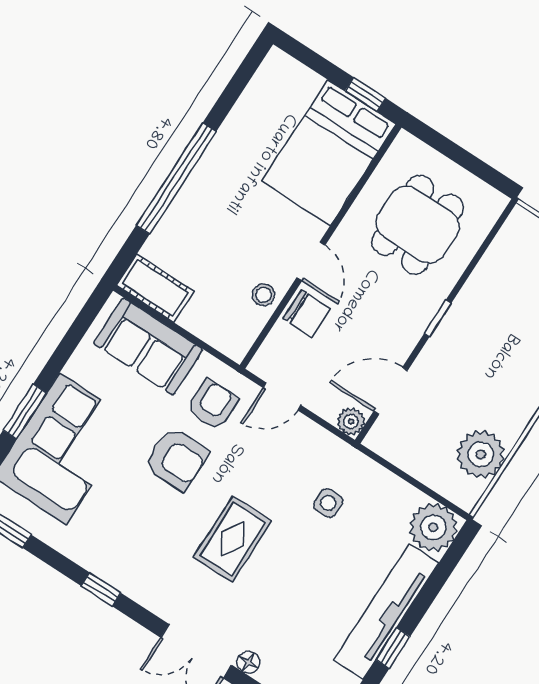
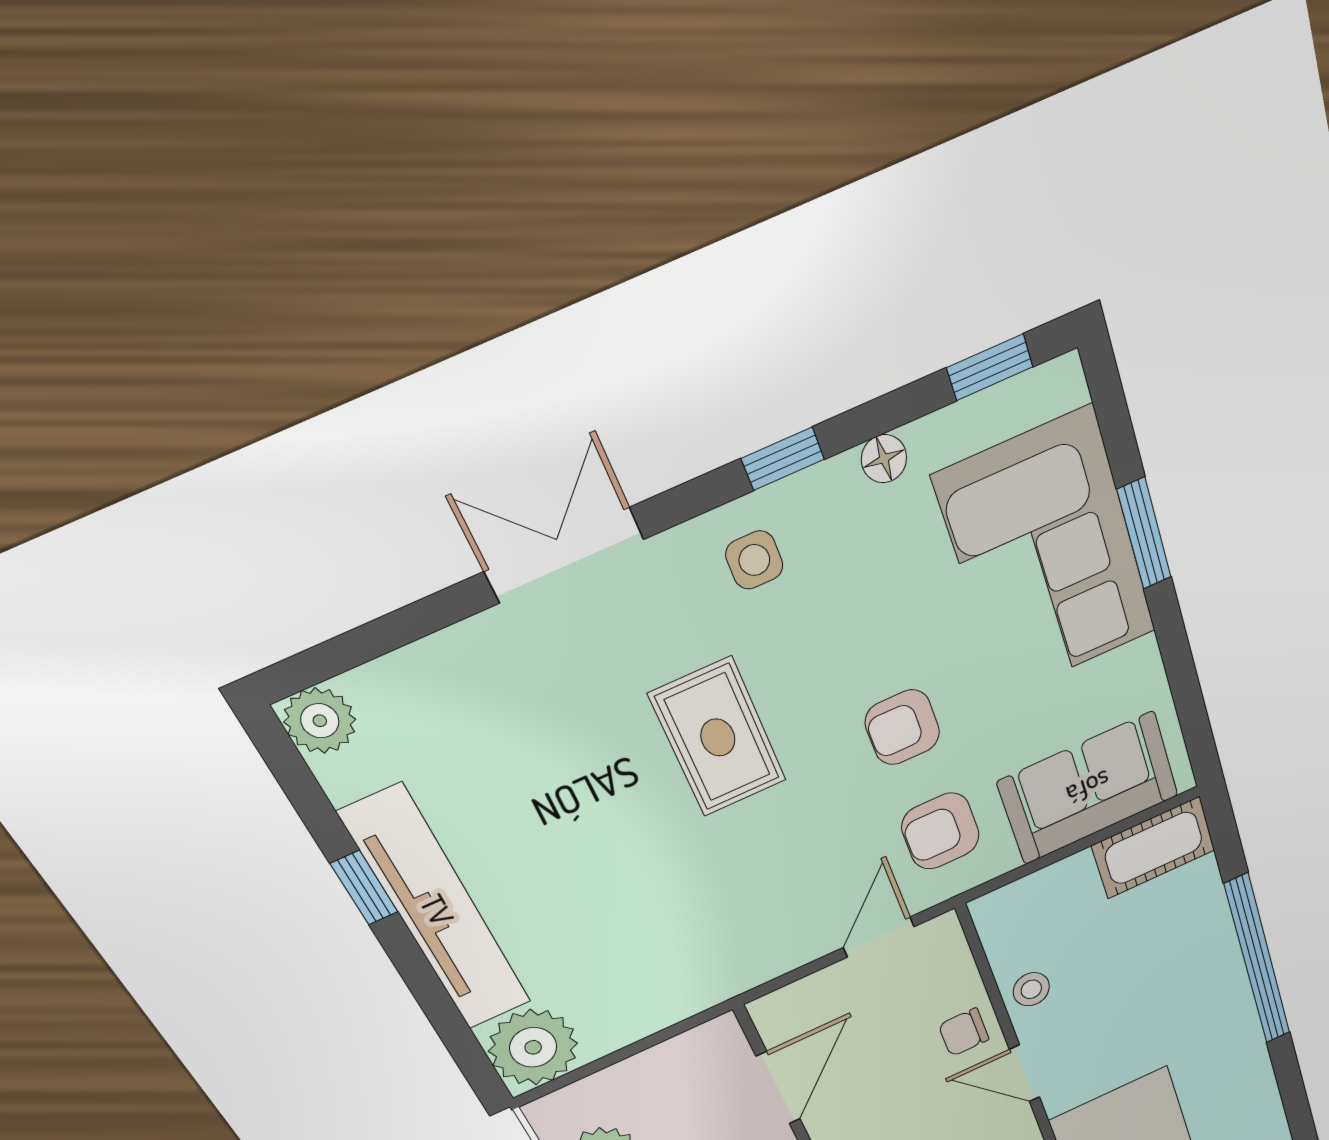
chair: (307, 314) -> (964, 1032), width x0.73, depth x0.73
armchair: (213, 405) -> (940, 831), turned 90
plant: (351, 421) -> (774, 1013), removed
armchair: (176, 459) -> (902, 727), width x0.72, depth x0.72
side table: (328, 503) -> (754, 560), moved
floor lamp: (248, 662) -> (884, 459), moved

